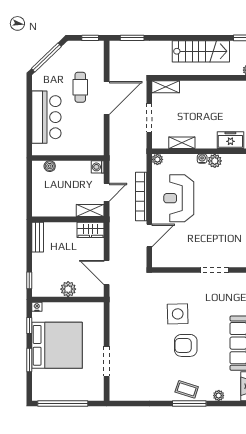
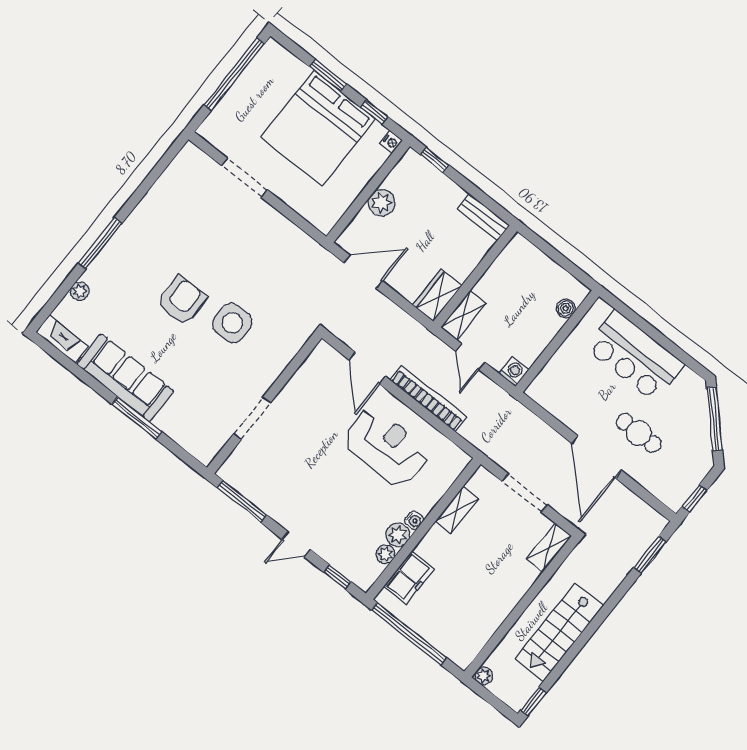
plant: (157, 159) -> (385, 554), moved
coffee table: (187, 389) -> (122, 255), removed

